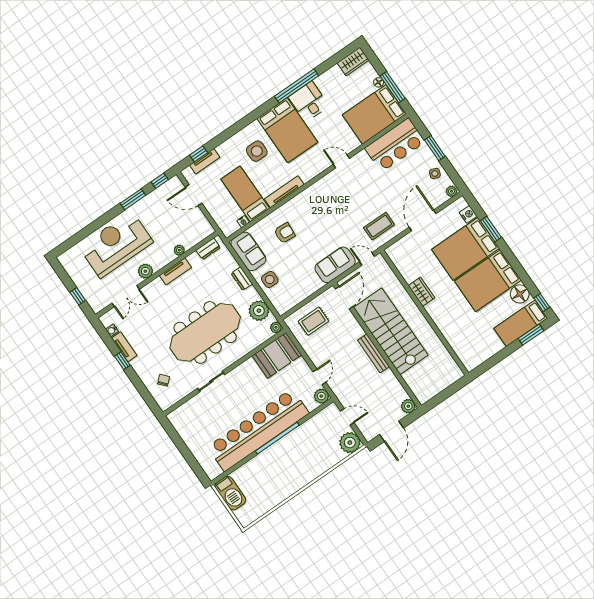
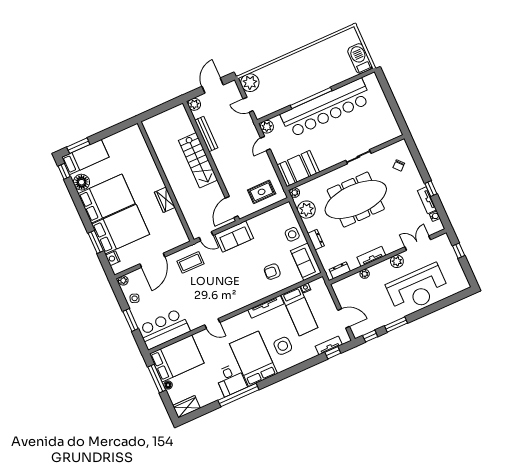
stairs: (391, 331) -> (198, 160), width x0.73, depth x0.66
bench: (374, 353) -> (206, 134), moved

